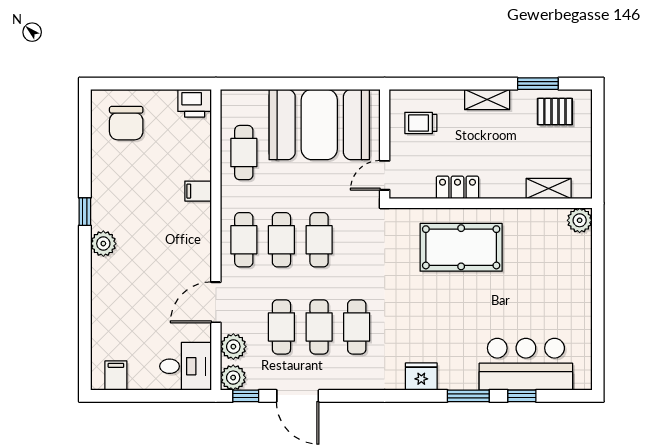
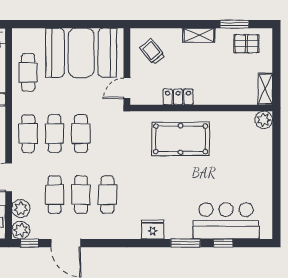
trolley: (421, 123) -> (152, 52), turned 50
shelving: (549, 189) -> (265, 89), moved, turned 90

